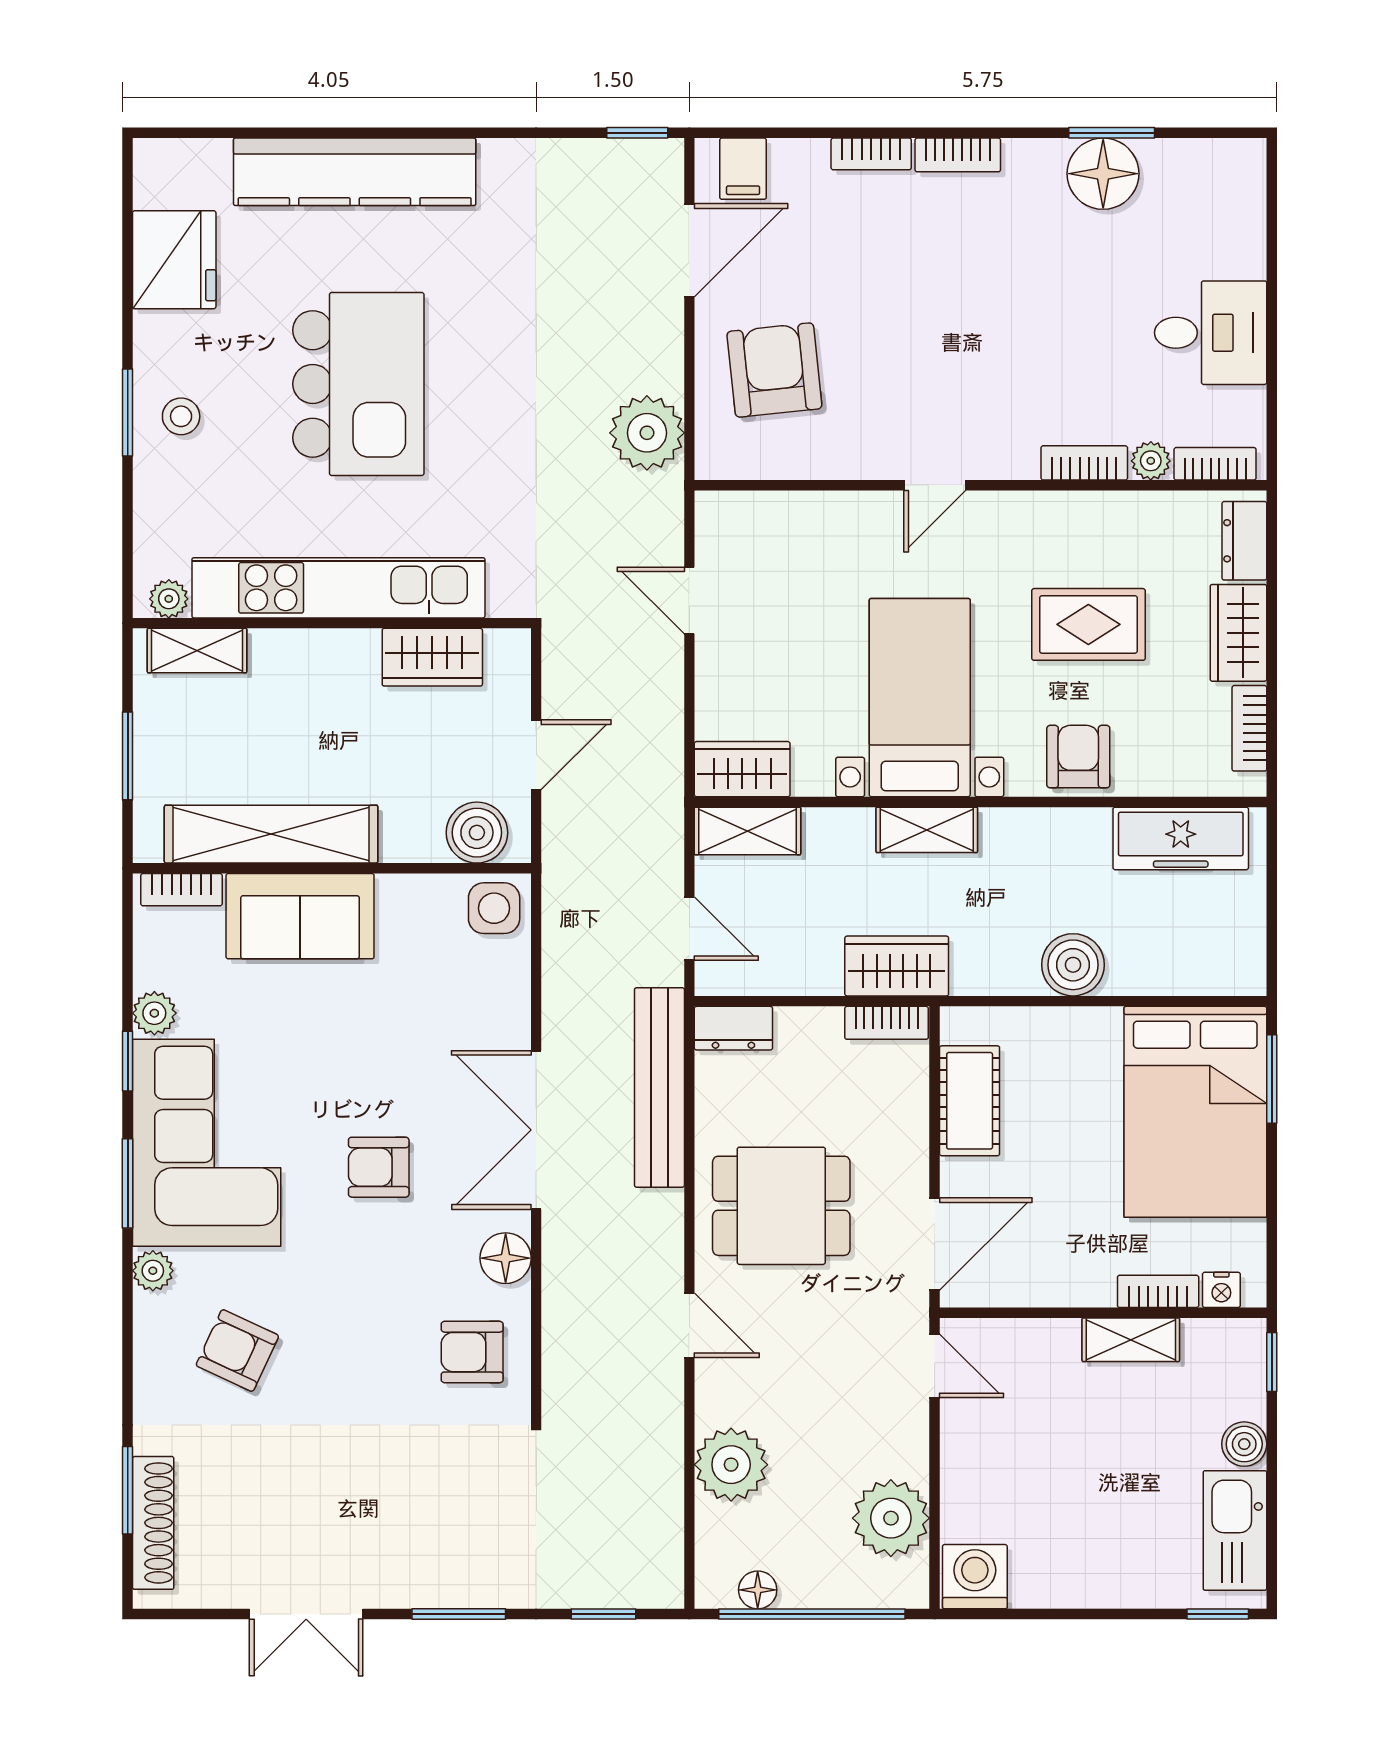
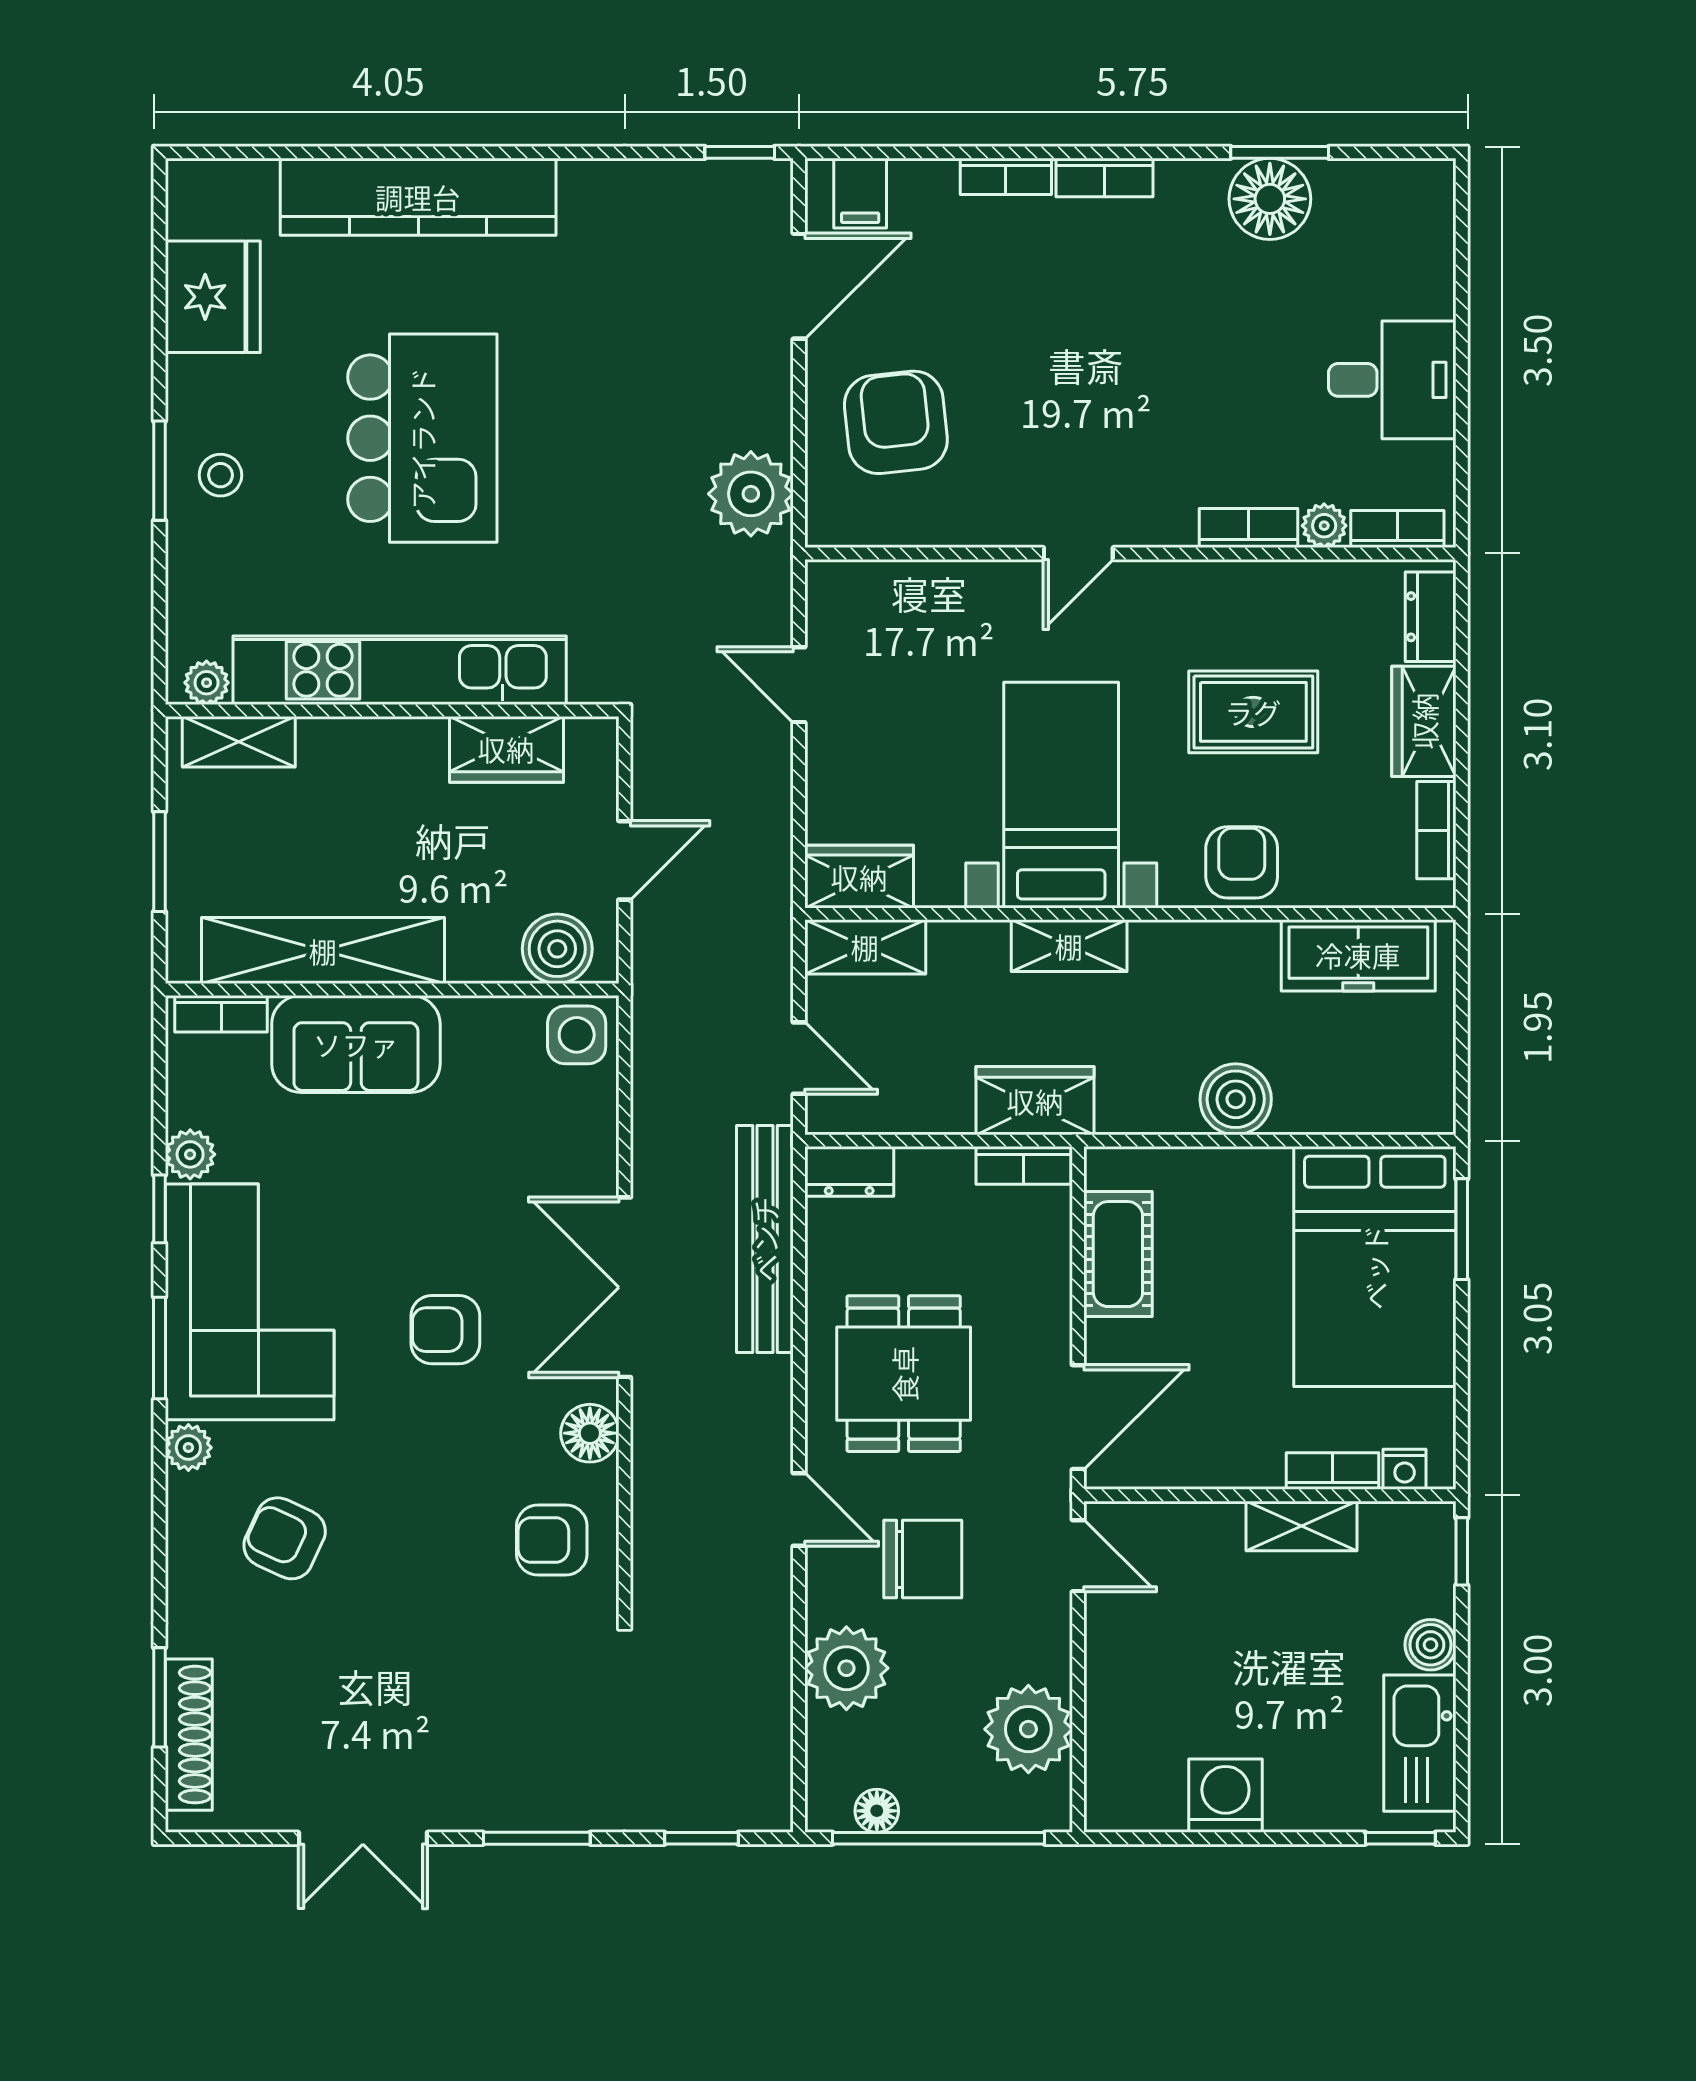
dining table: (781, 1206) -> (904, 1374), turned 90
chair: (798, 1369) -> (923, 1559), added
washing machine: (975, 1577) -> (1225, 1796), moved

